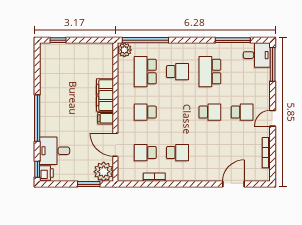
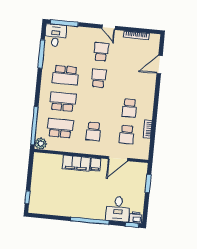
school desk: (145, 72) -> (60, 128), turned 180
school desk: (178, 72) -> (63, 102), width x1.85
school desk: (178, 153) -> (129, 108), turned 180
plant: (104, 172) -> (139, 170), removed
door: (233, 184) -> (160, 65), hinge flipped

